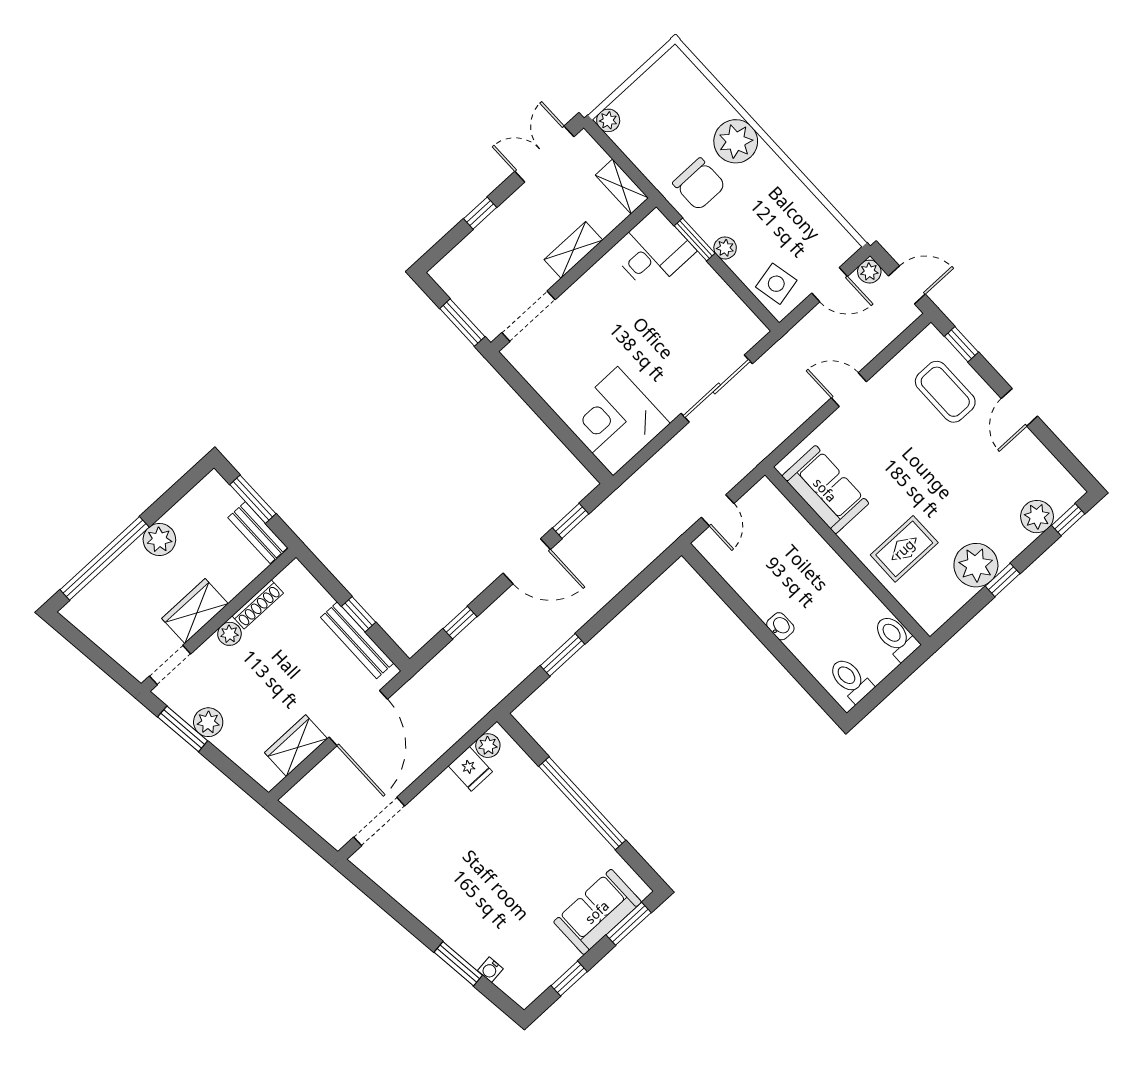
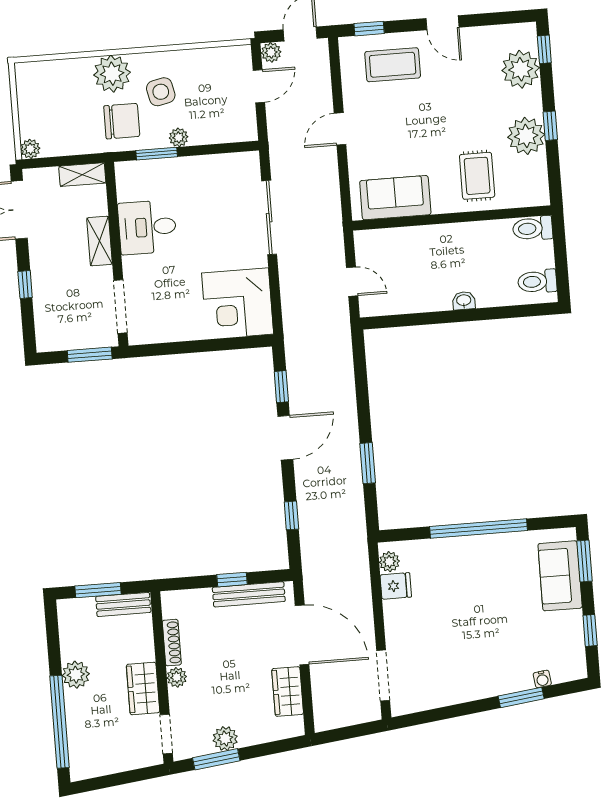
desk: (653, 251) -> (147, 227), moved, turned -90
side table: (776, 284) -> (161, 92), moved
plant: (1037, 517) -> (521, 69), width x1.36, depth x1.36

